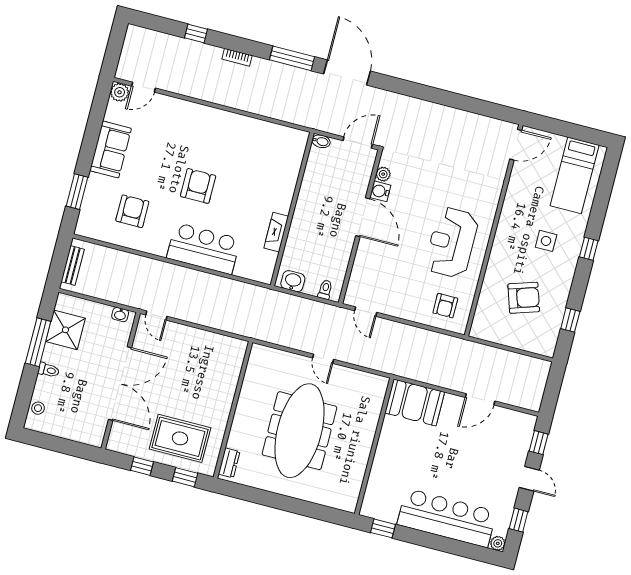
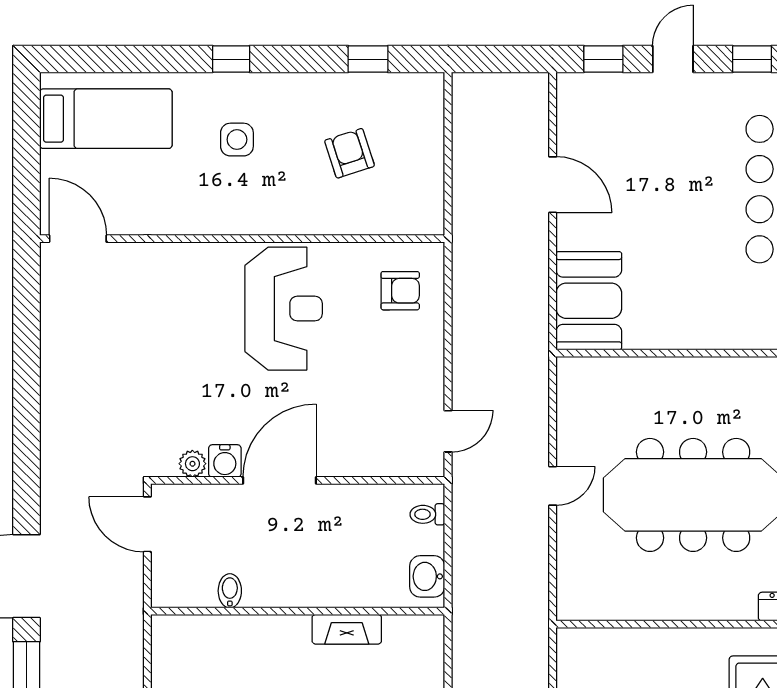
bidet: (321, 141) -> (230, 591), moved
reception desk: (452, 242) -> (284, 309), turned -90
armchair: (524, 298) -> (350, 153), width x0.72, depth x0.72

